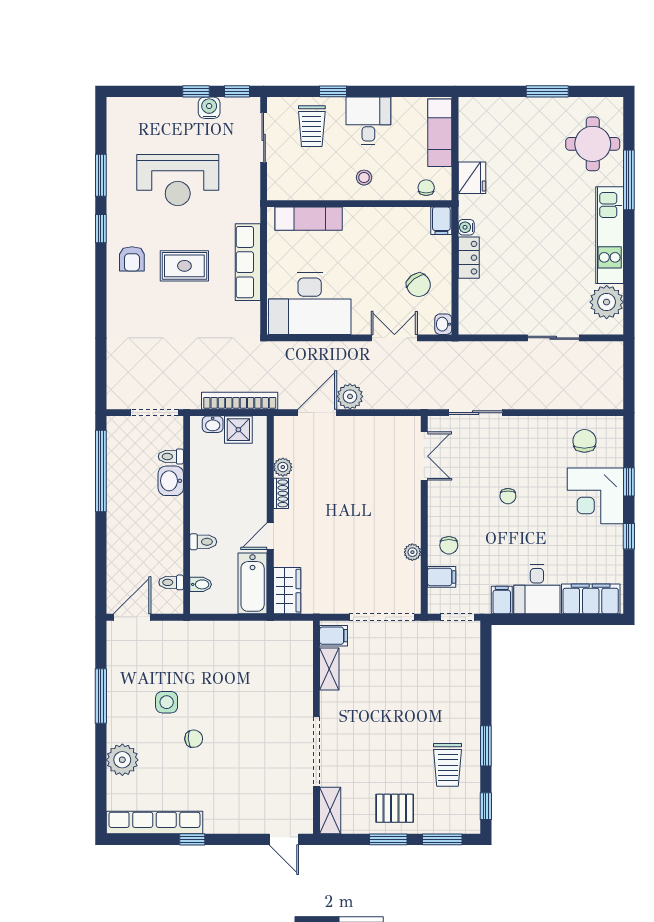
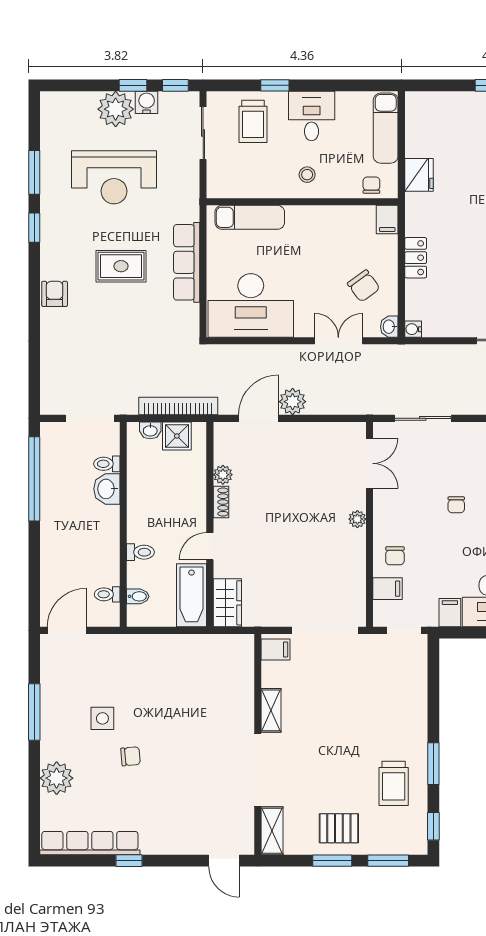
plant: (179, 114) -> (116, 109), added
water cooler: (466, 227) -> (413, 329), moved
armchair: (132, 259) -> (55, 294), moved, turned 180
plant: (412, 552) -> (357, 519), moved
shelving: (329, 669) -> (271, 710), moved

